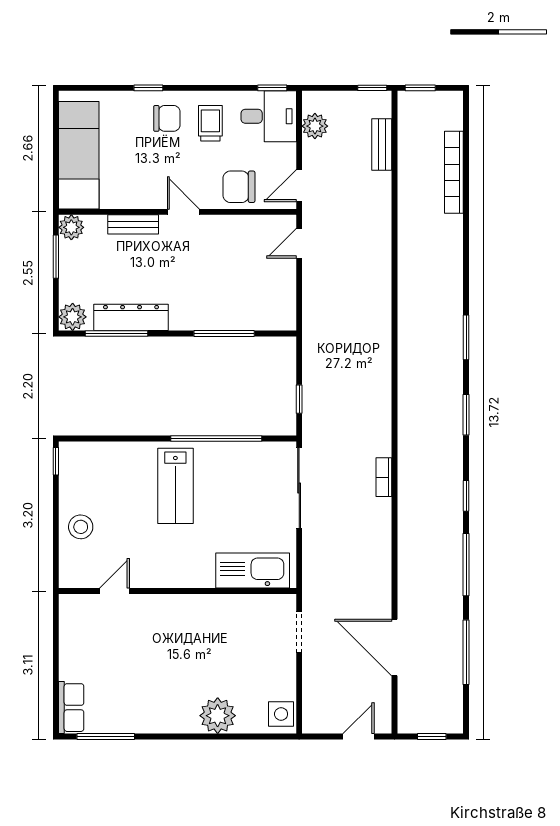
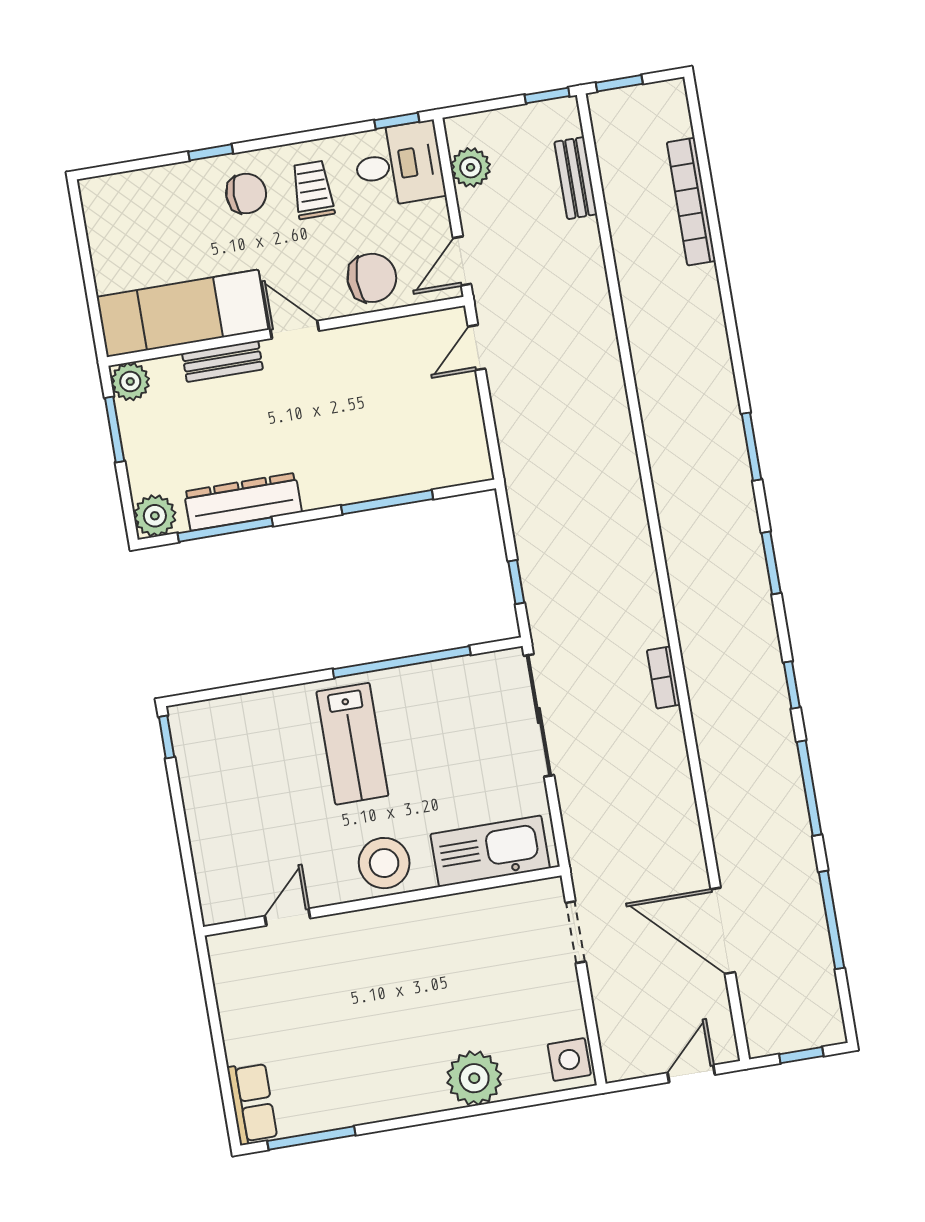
exam couch: (79, 155) -> (183, 313), moved, turned -90
chair: (239, 187) -> (372, 278), turned 180
stool: (81, 527) -> (384, 863), moved, width x1.38, depth x1.38

